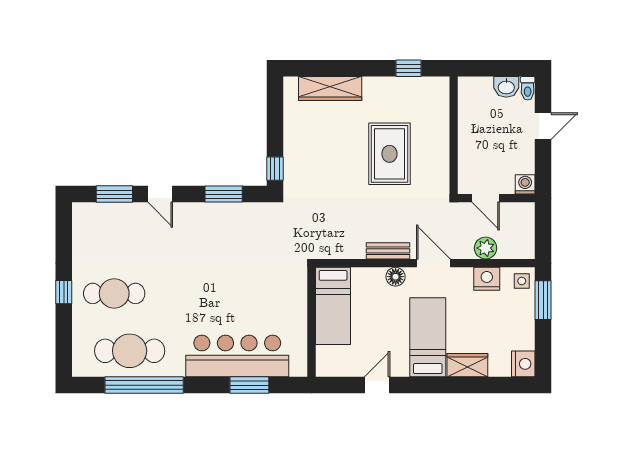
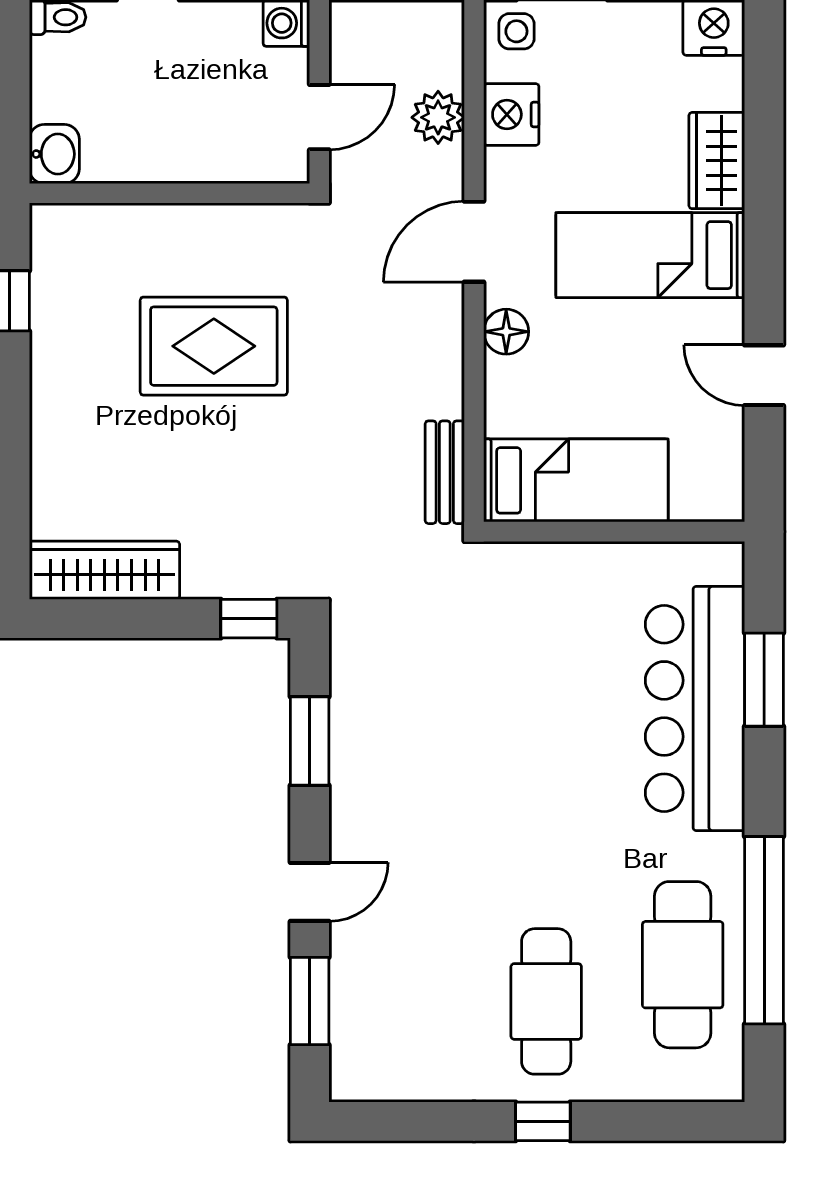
washbasin: (506, 87) -> (54, 154), moved
wardrobe: (330, 89) -> (104, 570), moved, turned -90
bench: (388, 251) -> (445, 472), moved

